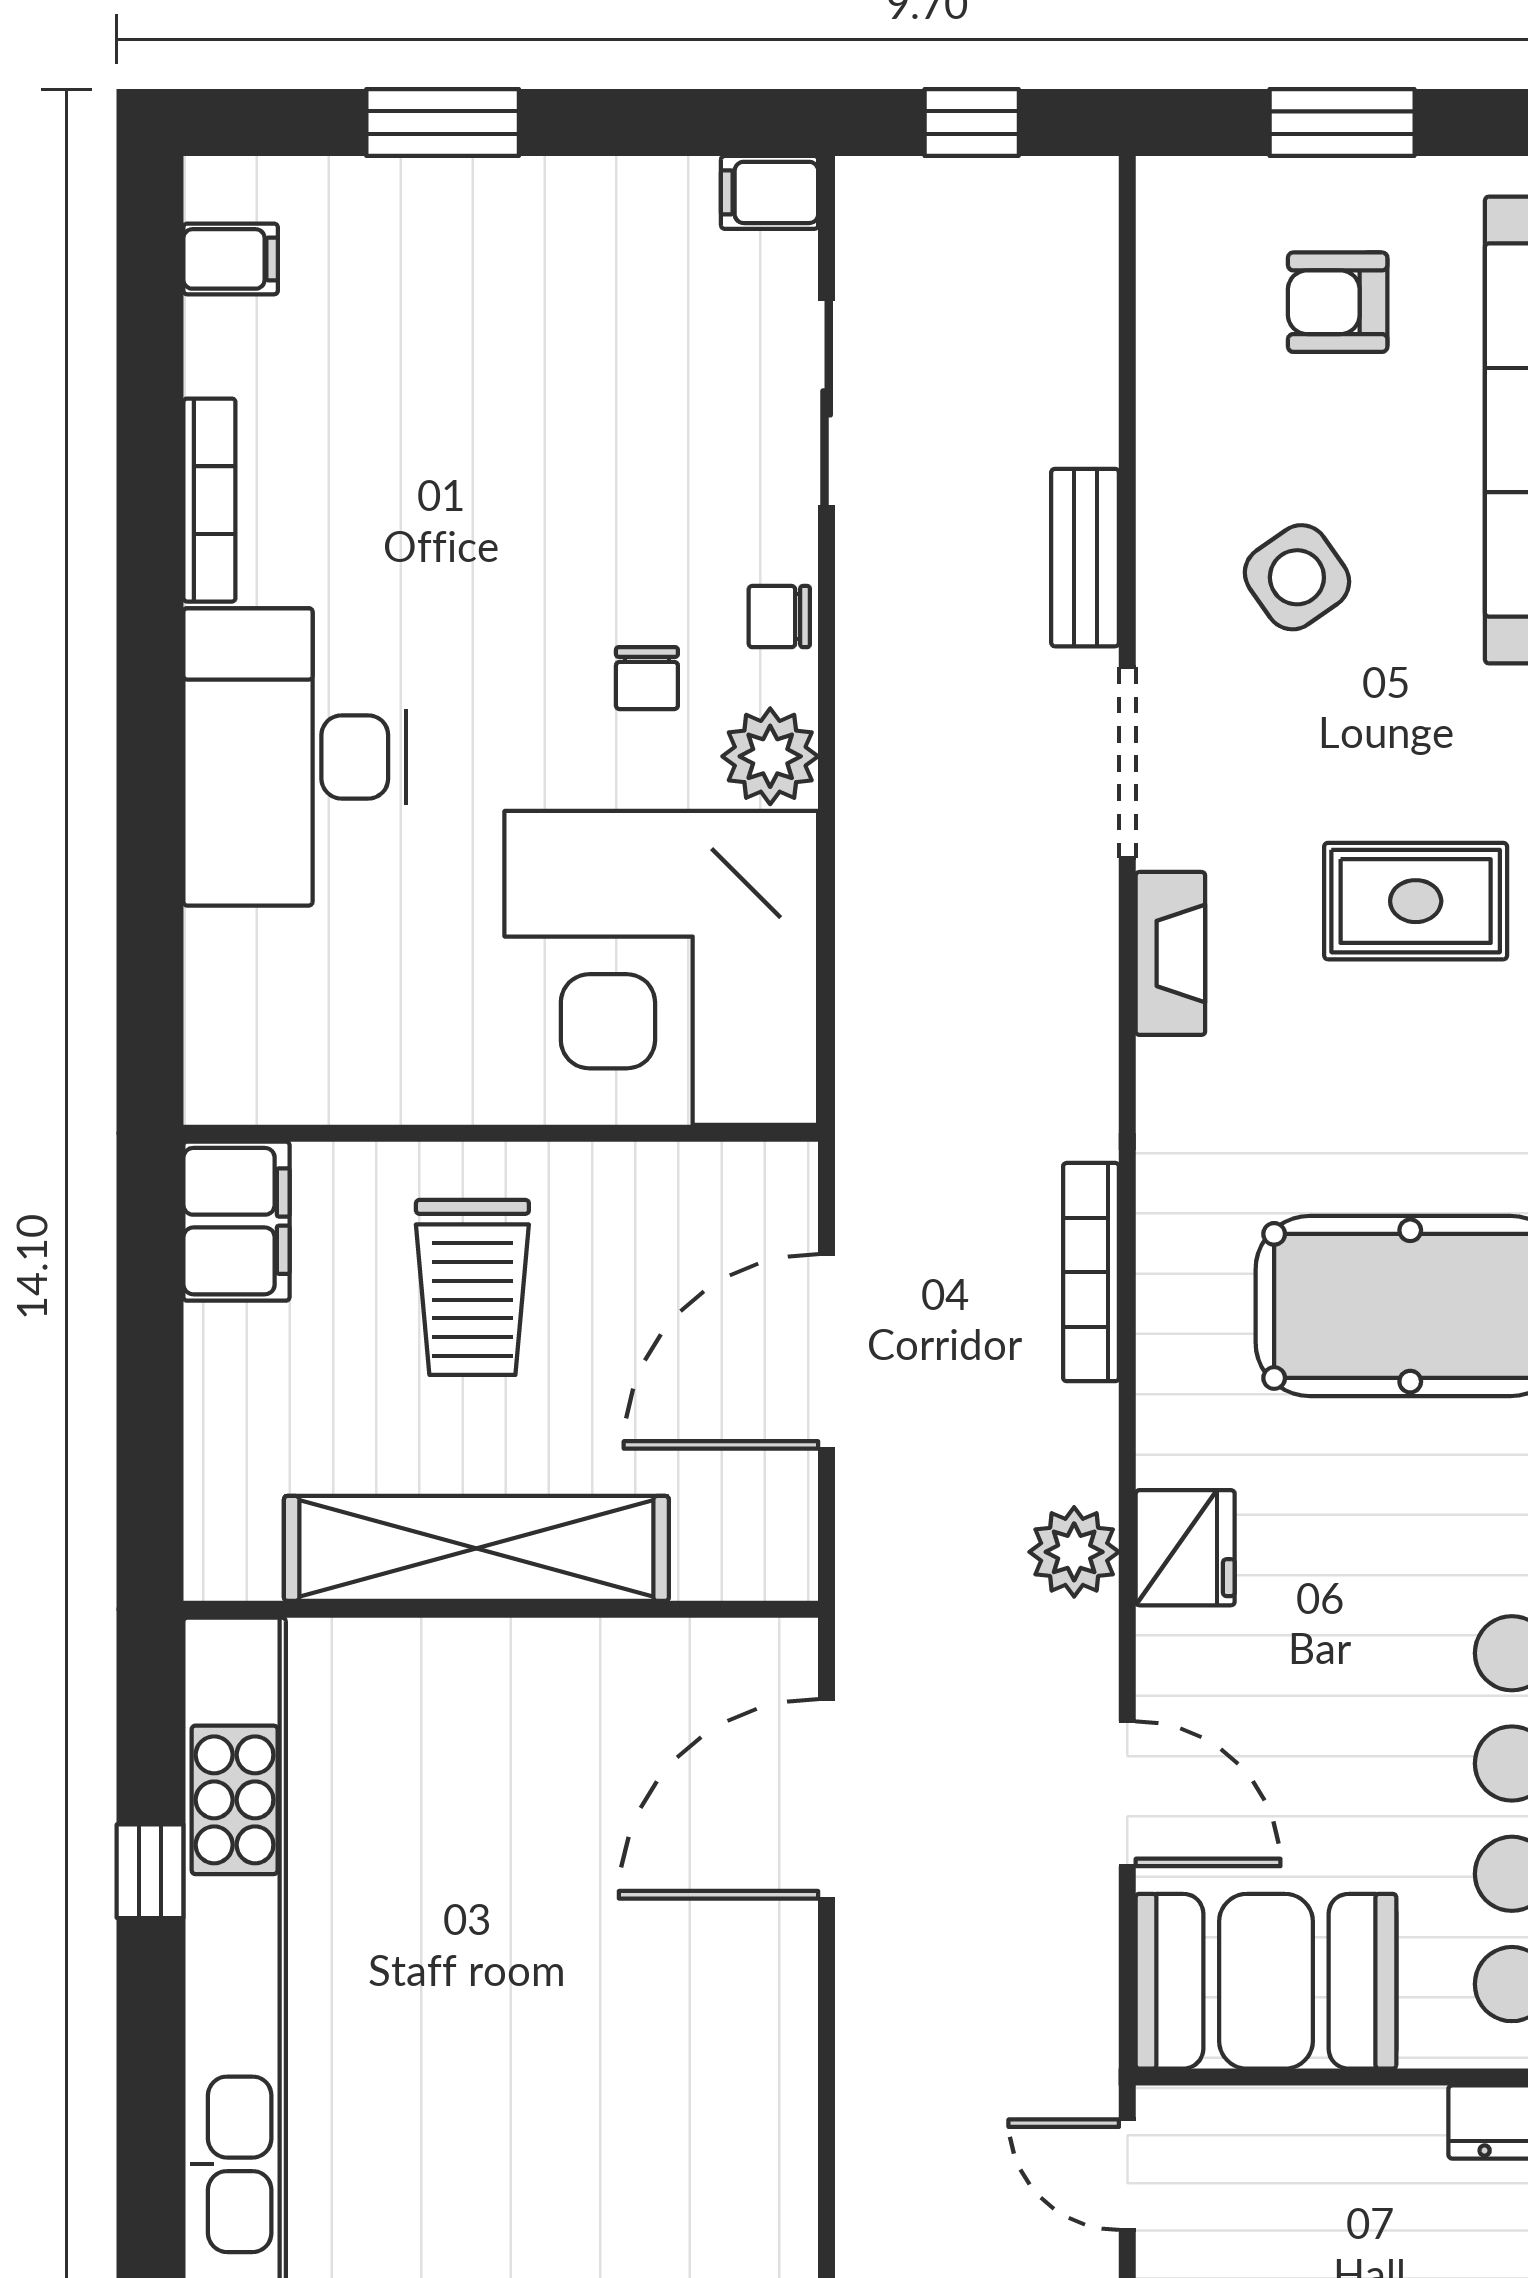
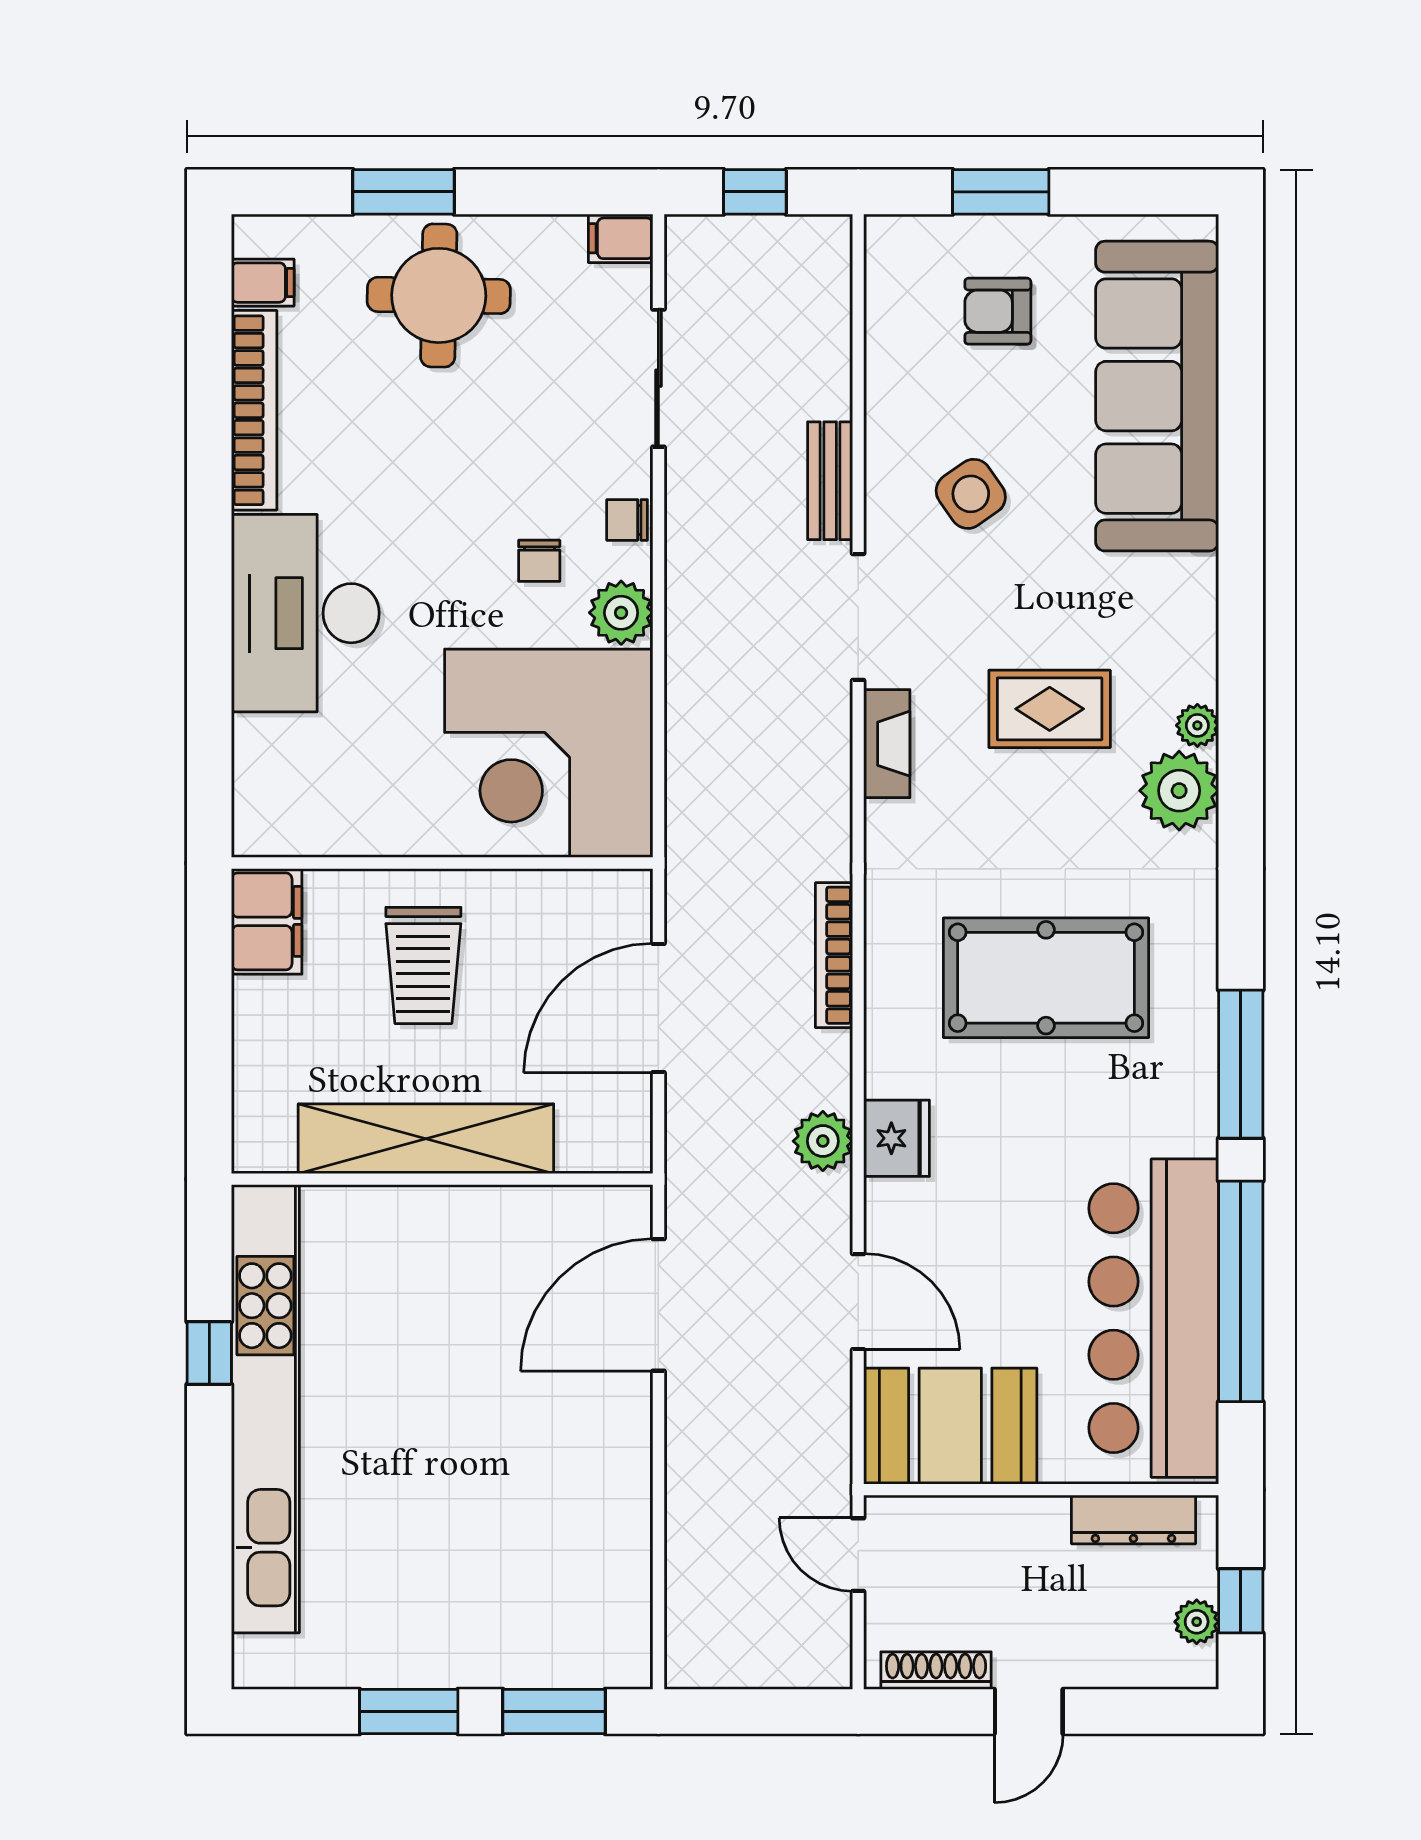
round table: (496, 278) -> (439, 295), added
bookcase: (209, 500) -> (254, 410), width x1.48, depth x1.31

